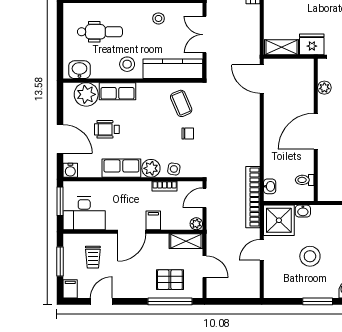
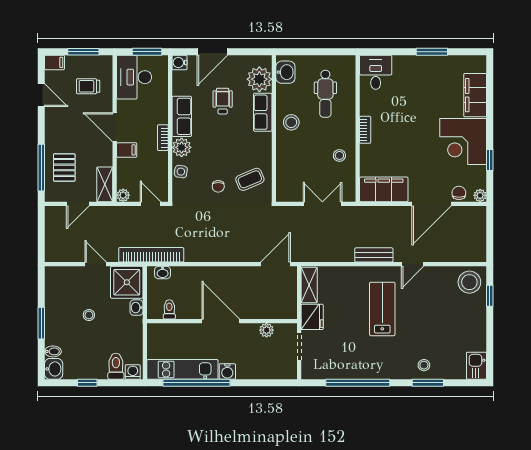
kitchen counter: (173, 69) -> (286, 171), removed
bookcase: (165, 186) -> (163, 138), moved
stool: (310, 256) -> (89, 315), width x0.53, depth x0.53

